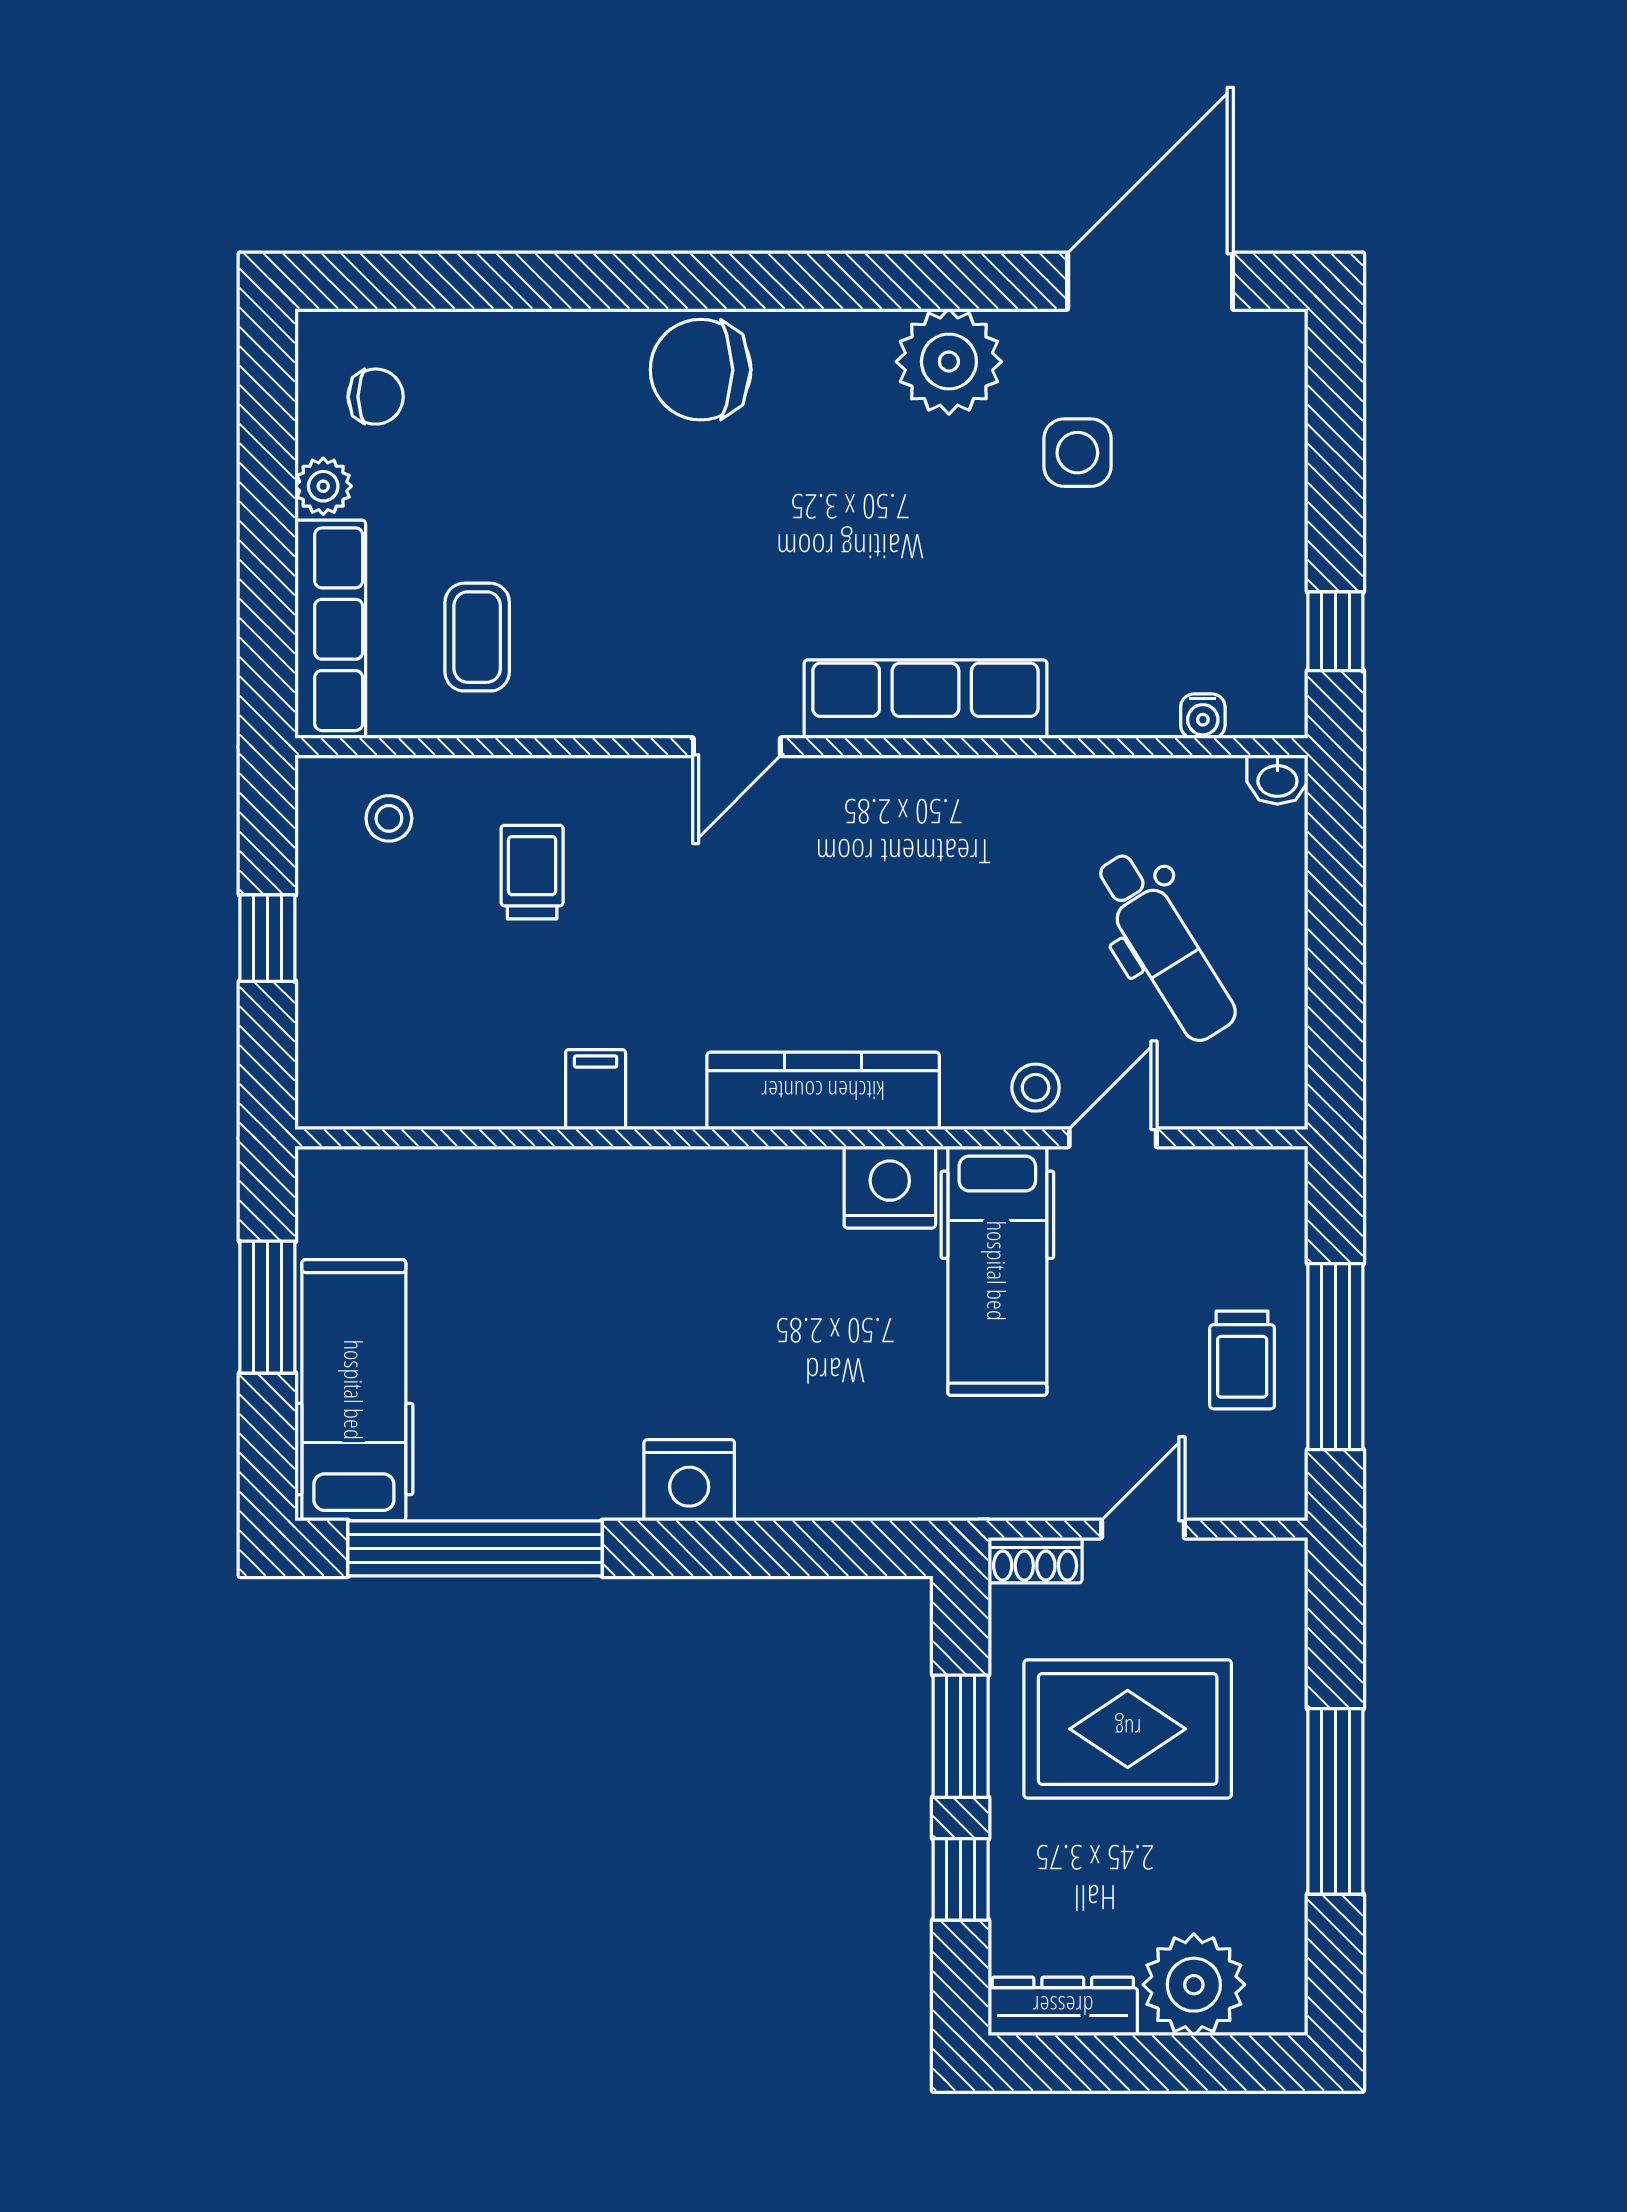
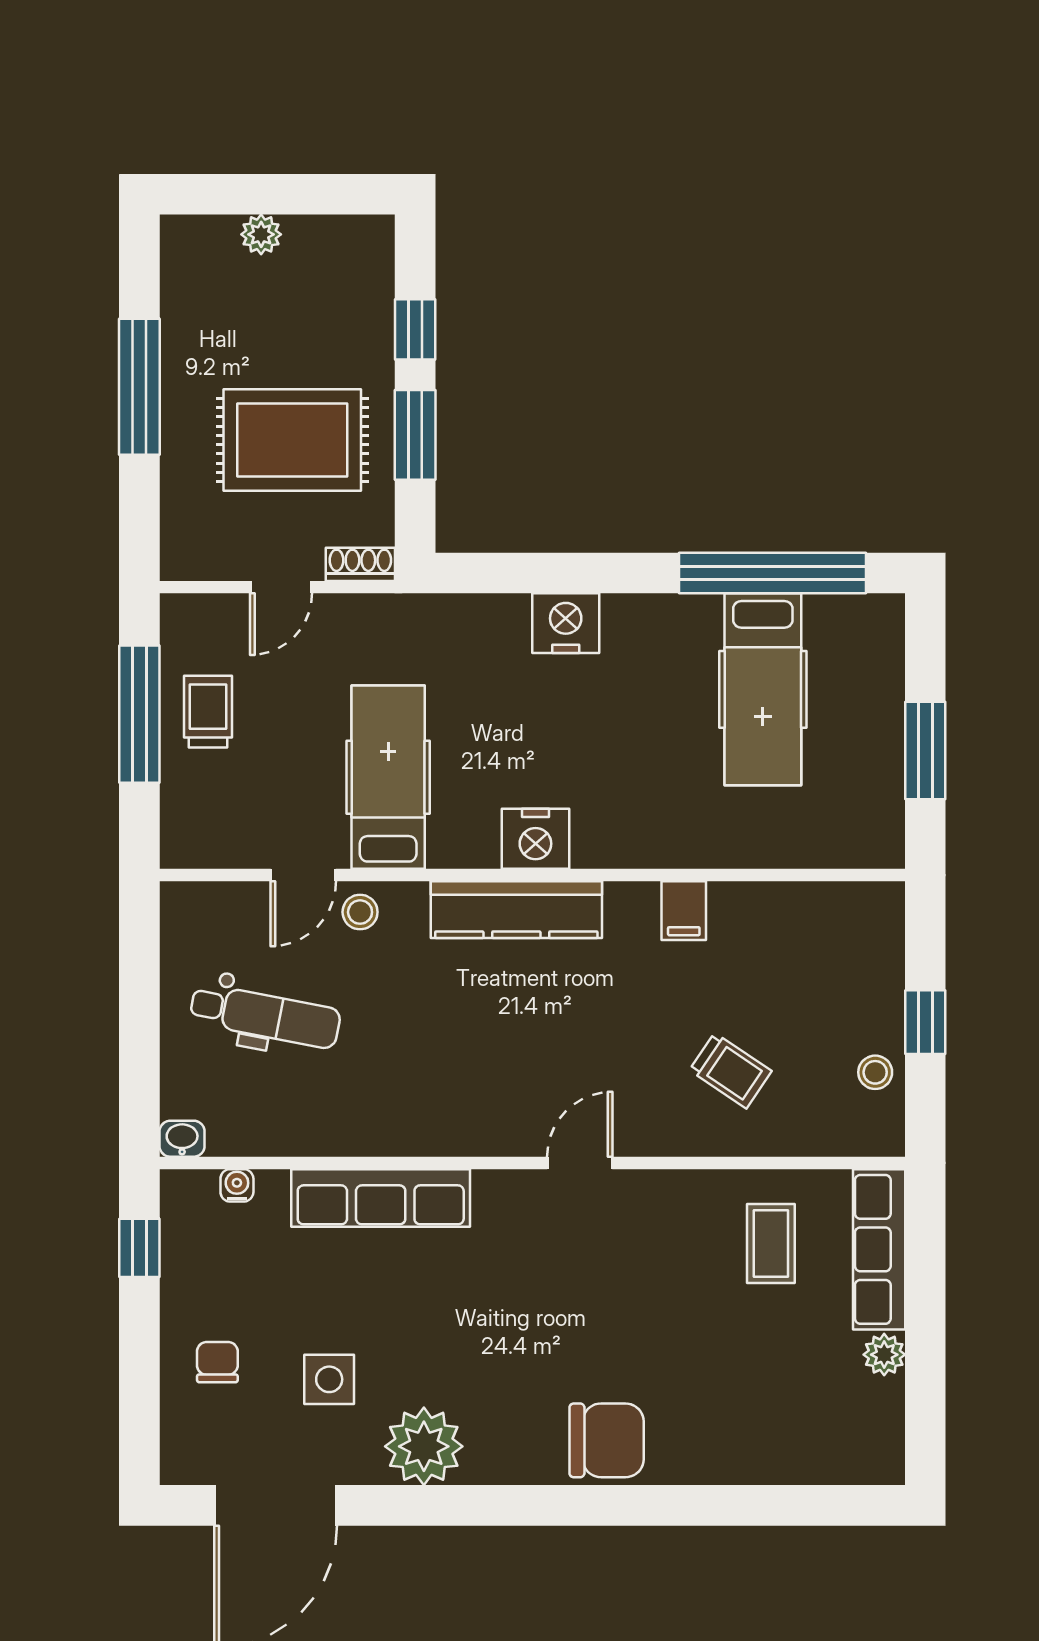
chair: (376, 397) -> (217, 1362), moved, turned 90
row of seats: (925, 699) -> (381, 1198), moved
stool: (389, 818) -> (875, 1072), moved
trolley: (532, 872) -> (731, 1071), turned -56
dental chair: (1165, 947) -> (265, 1016), turned 133
nightstand: (890, 1187) -> (535, 839), moved
hospital bed: (354, 1390) -> (763, 689), moved
nightstand: (689, 1480) -> (566, 623), moved
plant: (1194, 1985) -> (261, 234), width x0.53, depth x0.53
dresser: (1063, 2006) -> (340, 236), removed

